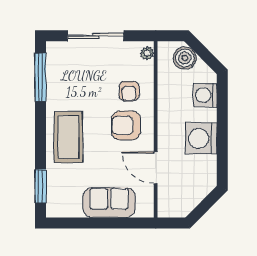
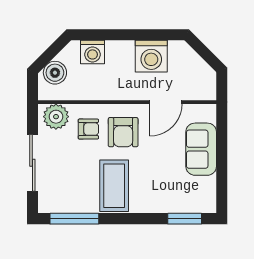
plant: (147, 53) -> (56, 117), width x1.87, depth x1.87
coffee table: (68, 137) -> (114, 186), moved, turned 90
washing machine: (201, 138) -> (151, 56), moved

